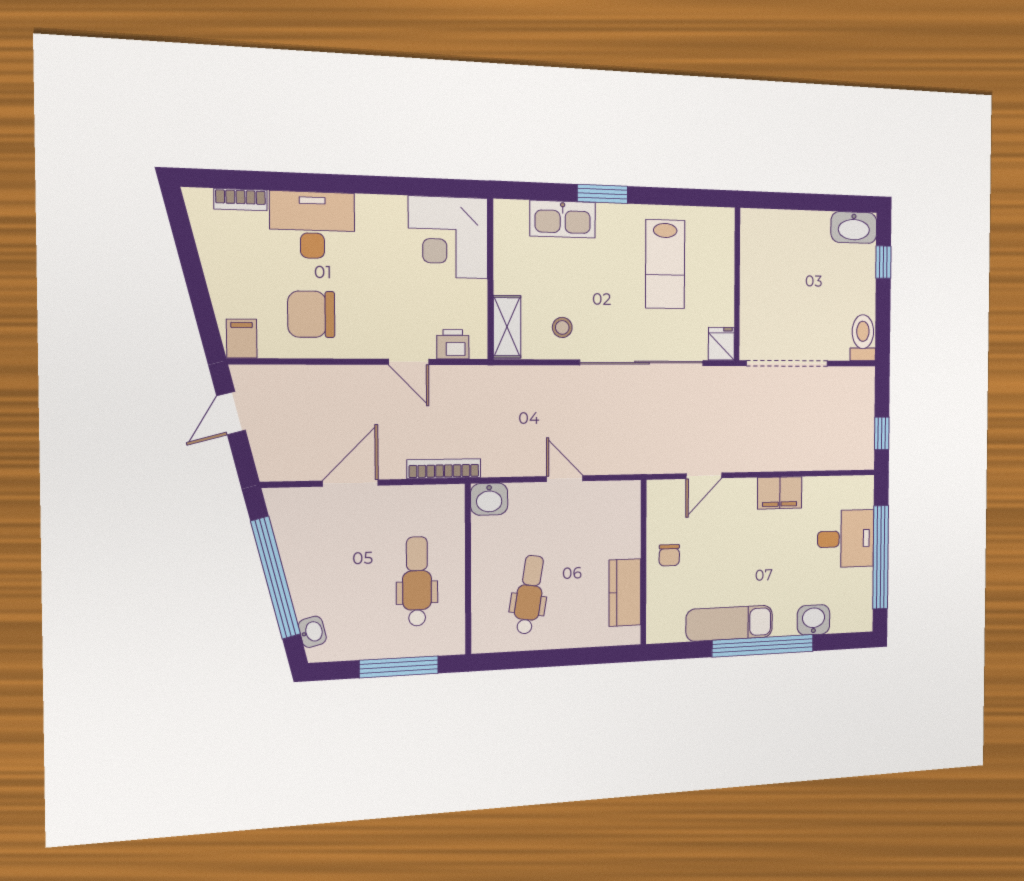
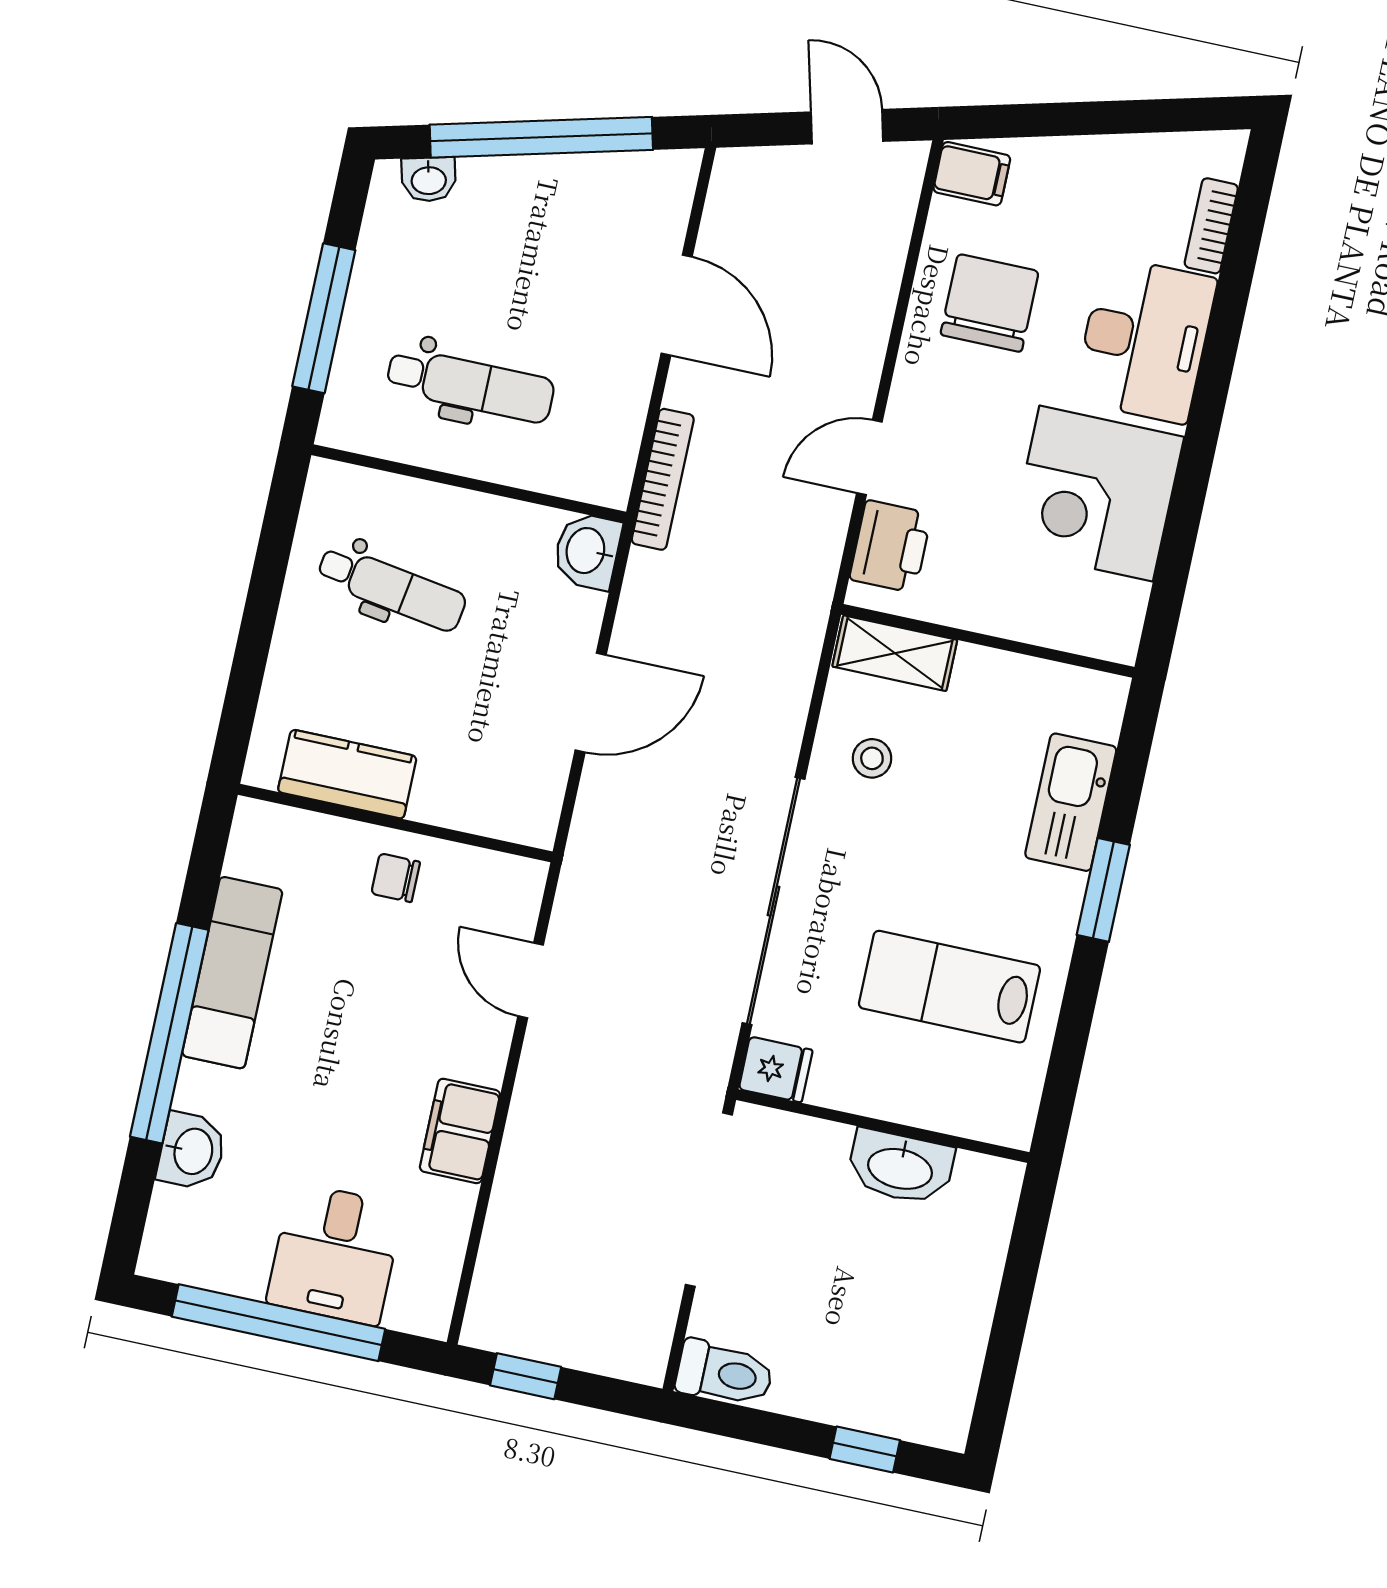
washbasin: (854, 228) -> (900, 1167), moved, turned -90
corner desk: (448, 237) -> (1096, 494), moved, turned -90
printer: (453, 344) -> (891, 547), width x1.36, depth x1.24
door: (565, 479) -> (591, 703), width x1.38

